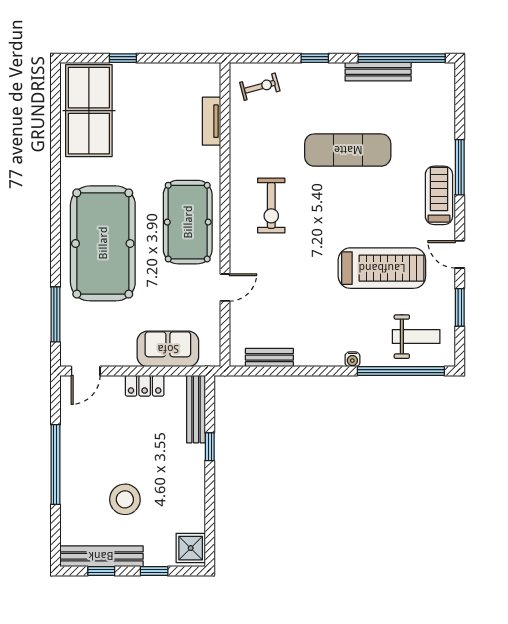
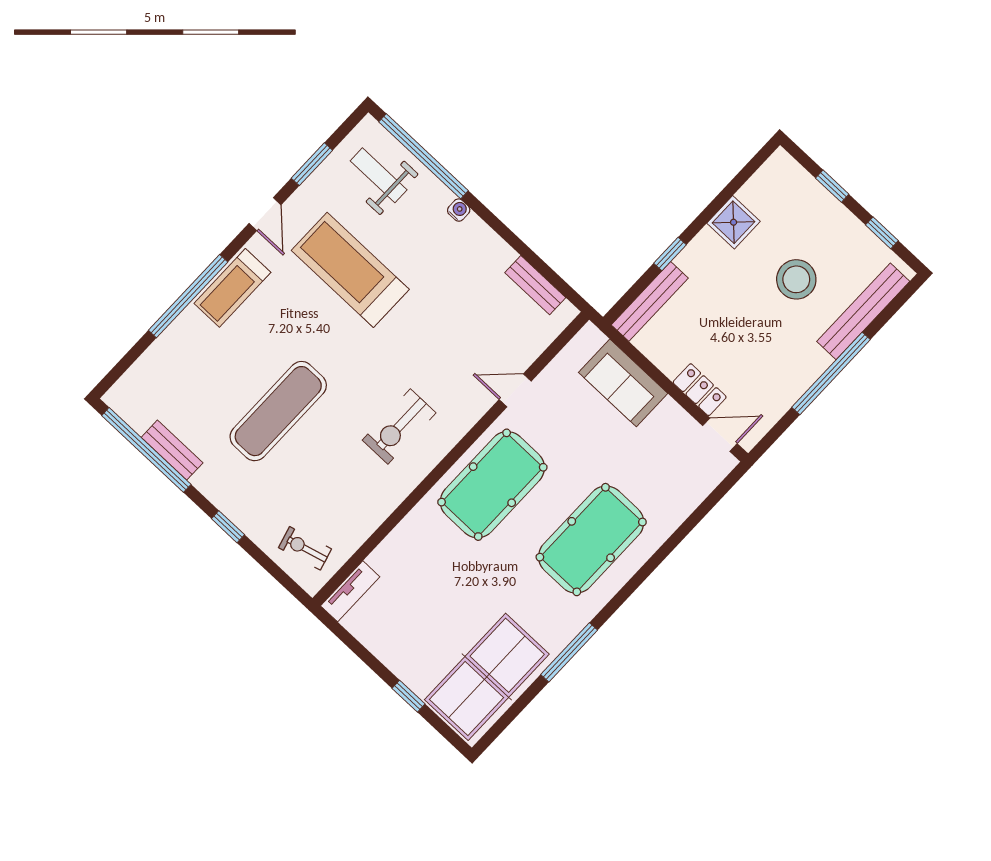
bench: (378, 72) -> (172, 450), width x0.73
tv unit: (211, 121) -> (350, 591), moved
exercise mat: (348, 150) -> (278, 411), turned 90
window: (460, 167) -> (188, 296), width x1.46
exercise bike: (271, 205) -> (399, 426), turned 180
pool table: (103, 243) -> (591, 540), width x0.73, depth x0.76
window: (55, 314) -> (569, 652), moved
locker: (145, 386) -> (700, 390), moved
shower: (191, 548) -> (734, 222), moved
bench: (101, 556) -> (863, 311), moved, turned 90

